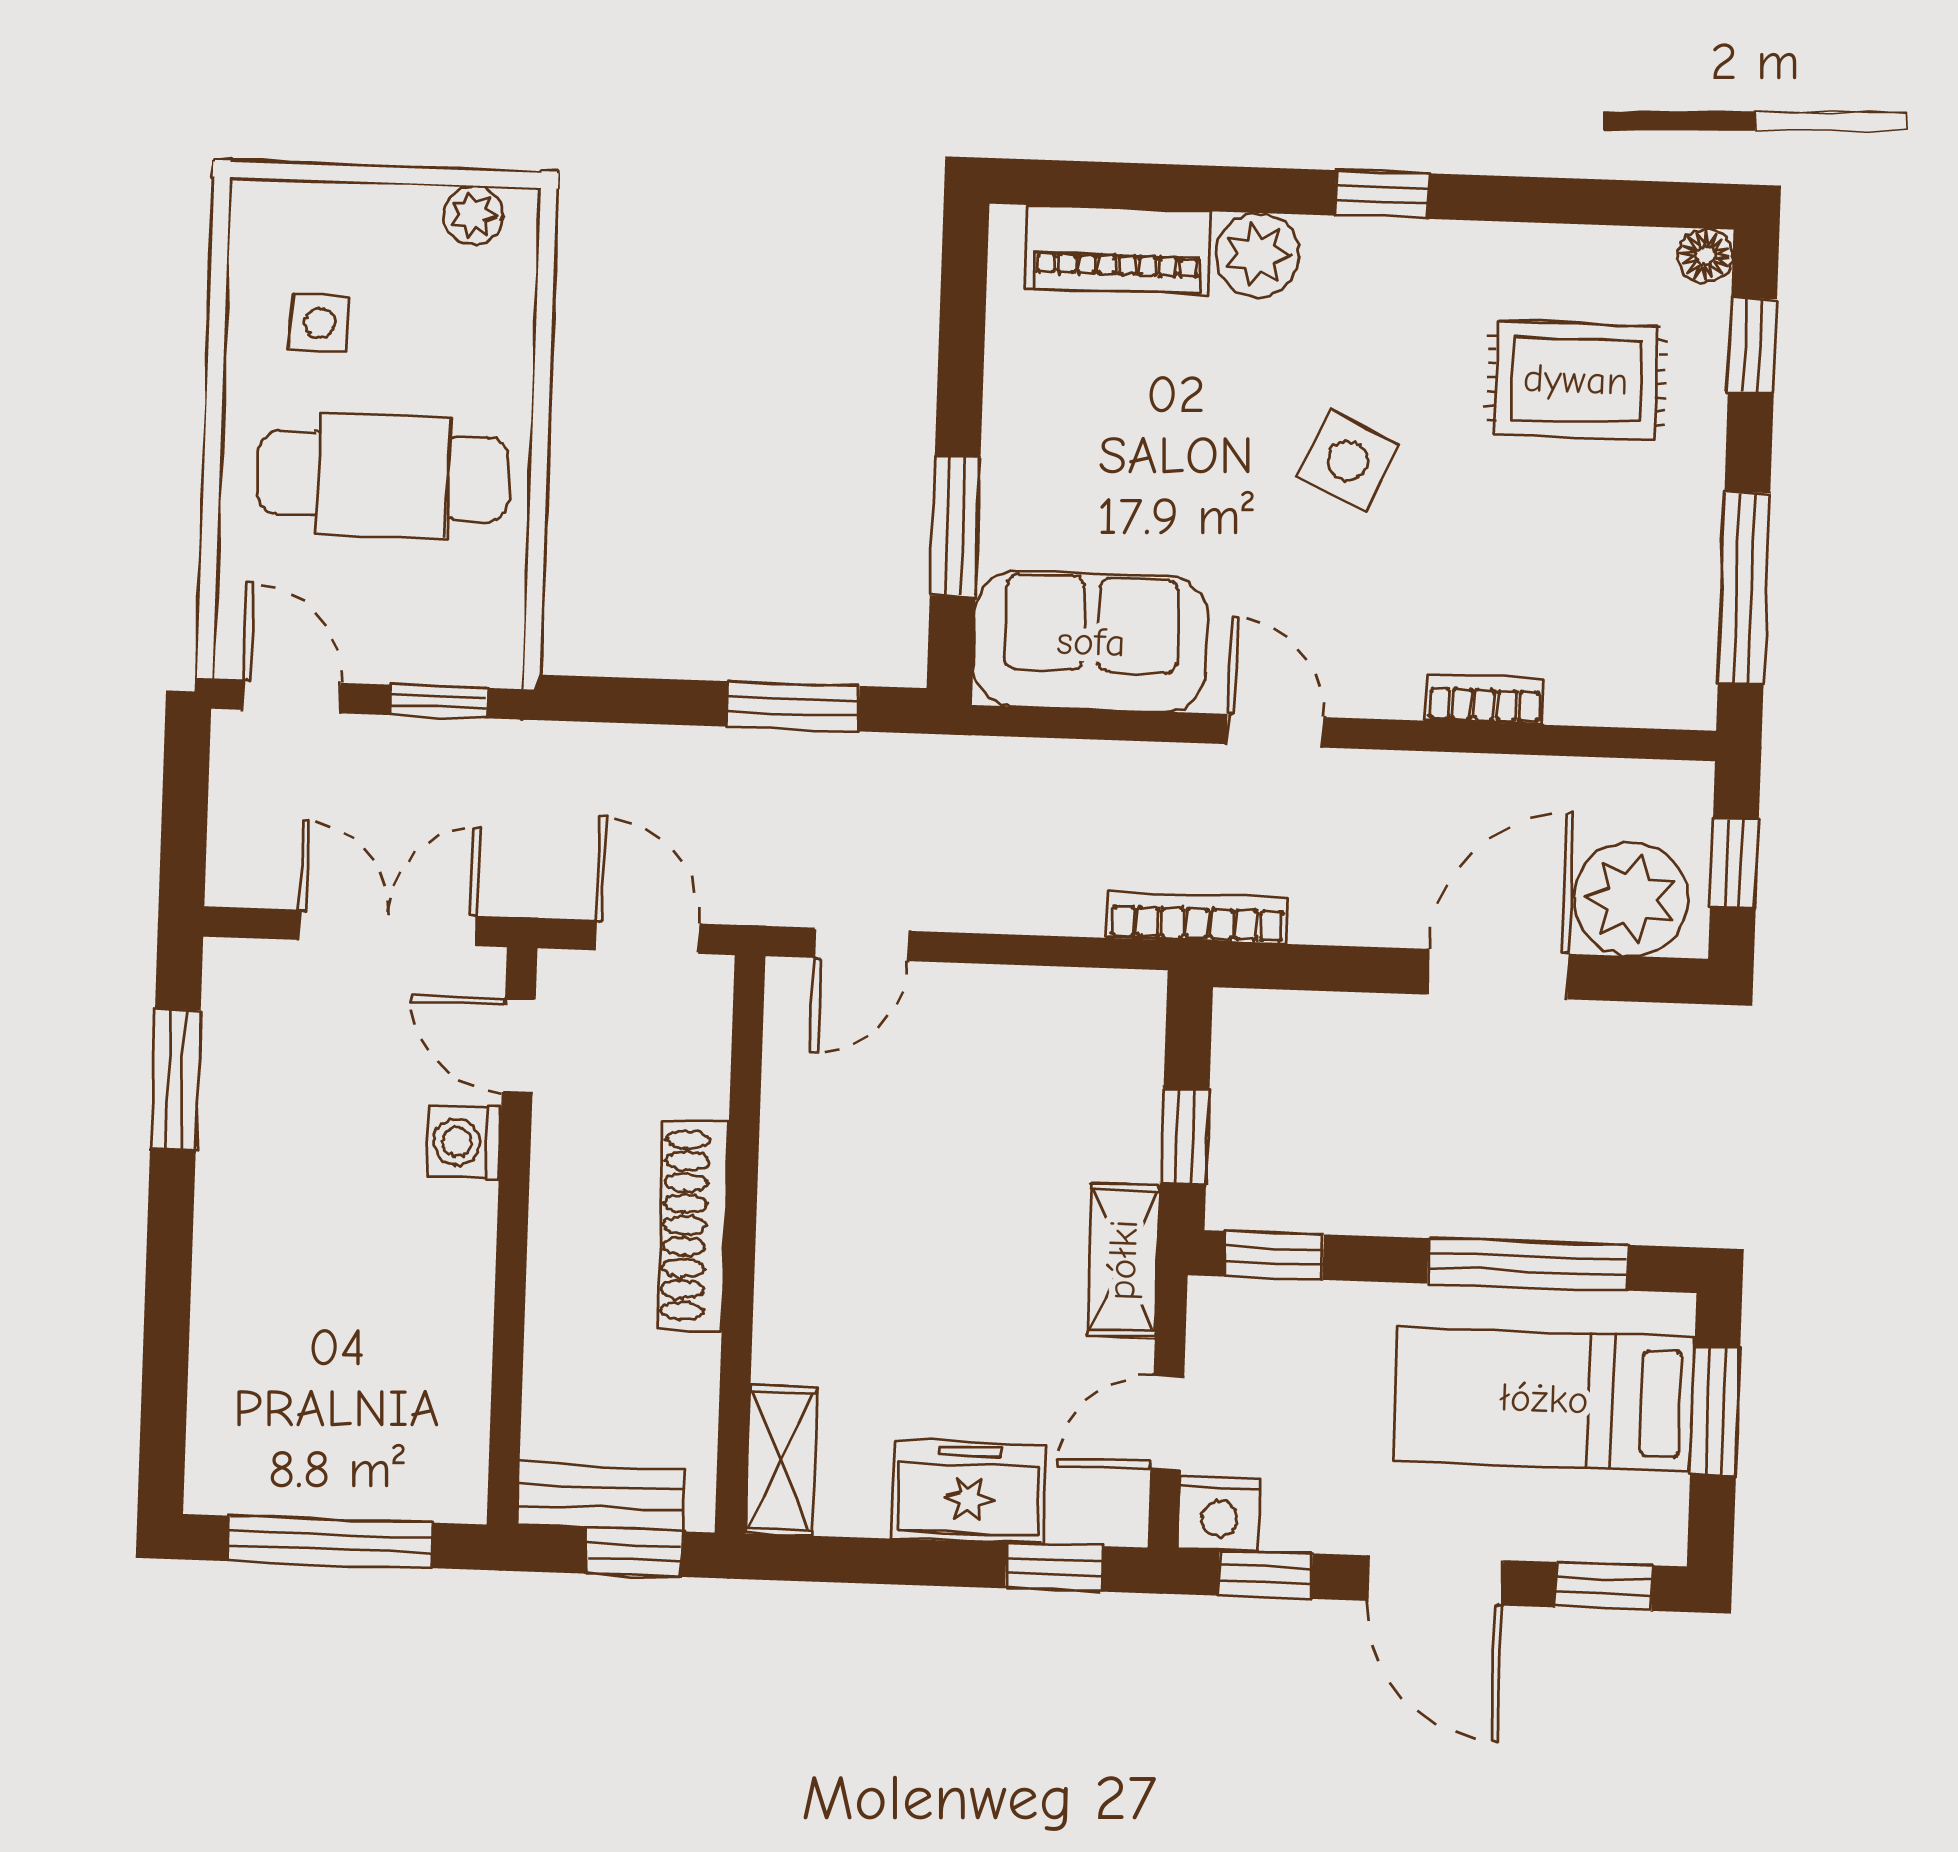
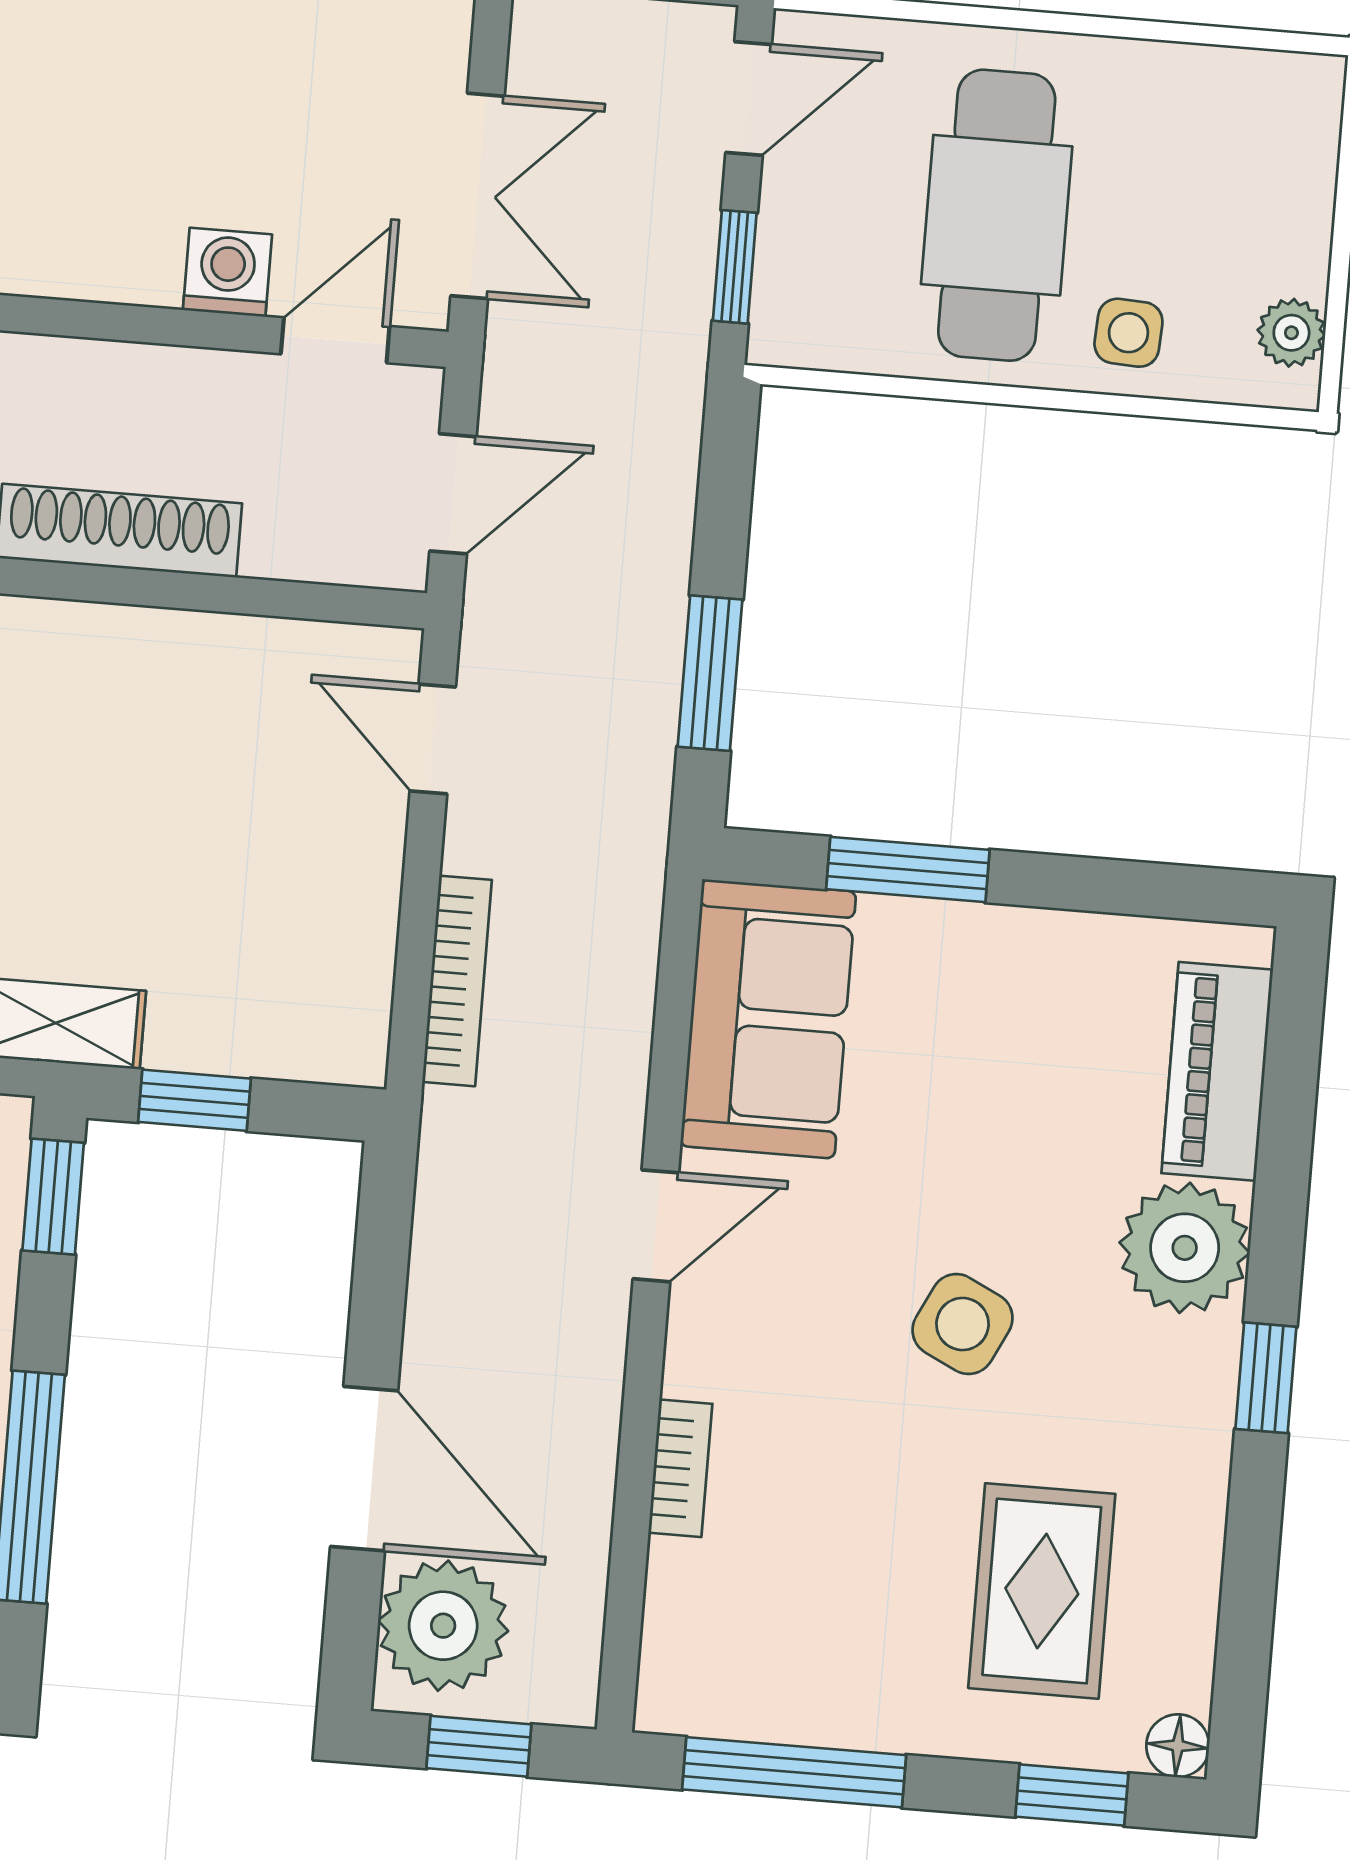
plant: (1258, 255) -> (1185, 1248), width x1.36, depth x1.36
side table: (319, 323) -> (1128, 333), moved
bookcase: (1197, 918) -> (457, 981), moved

